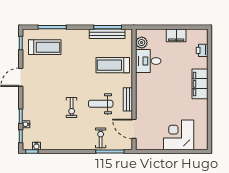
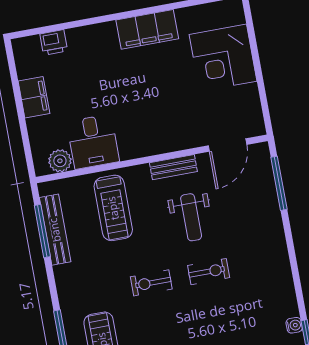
filing cabinet: (200, 84) -> (147, 29), moved
exercise bike: (101, 138) -> (151, 283), moved

